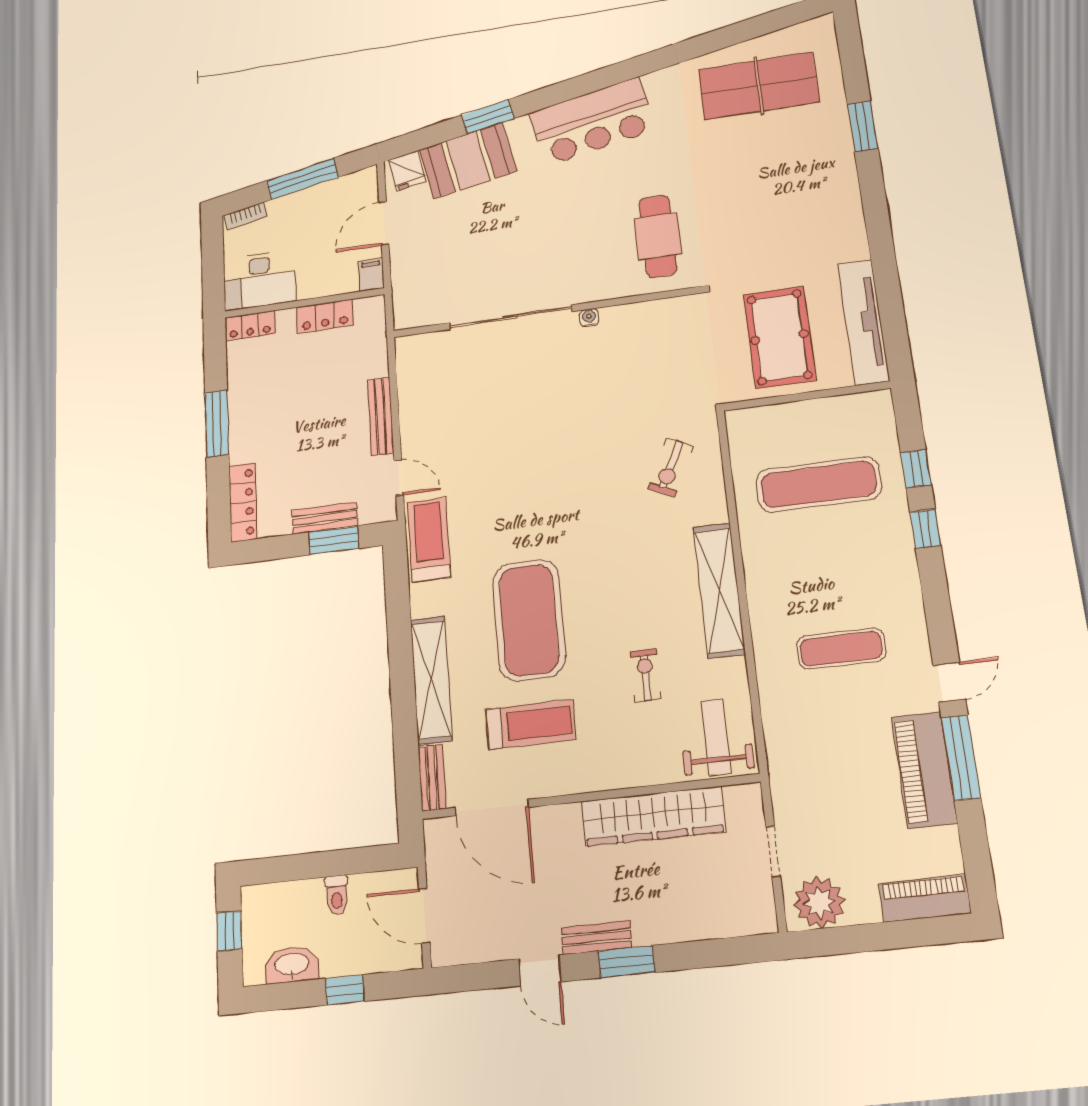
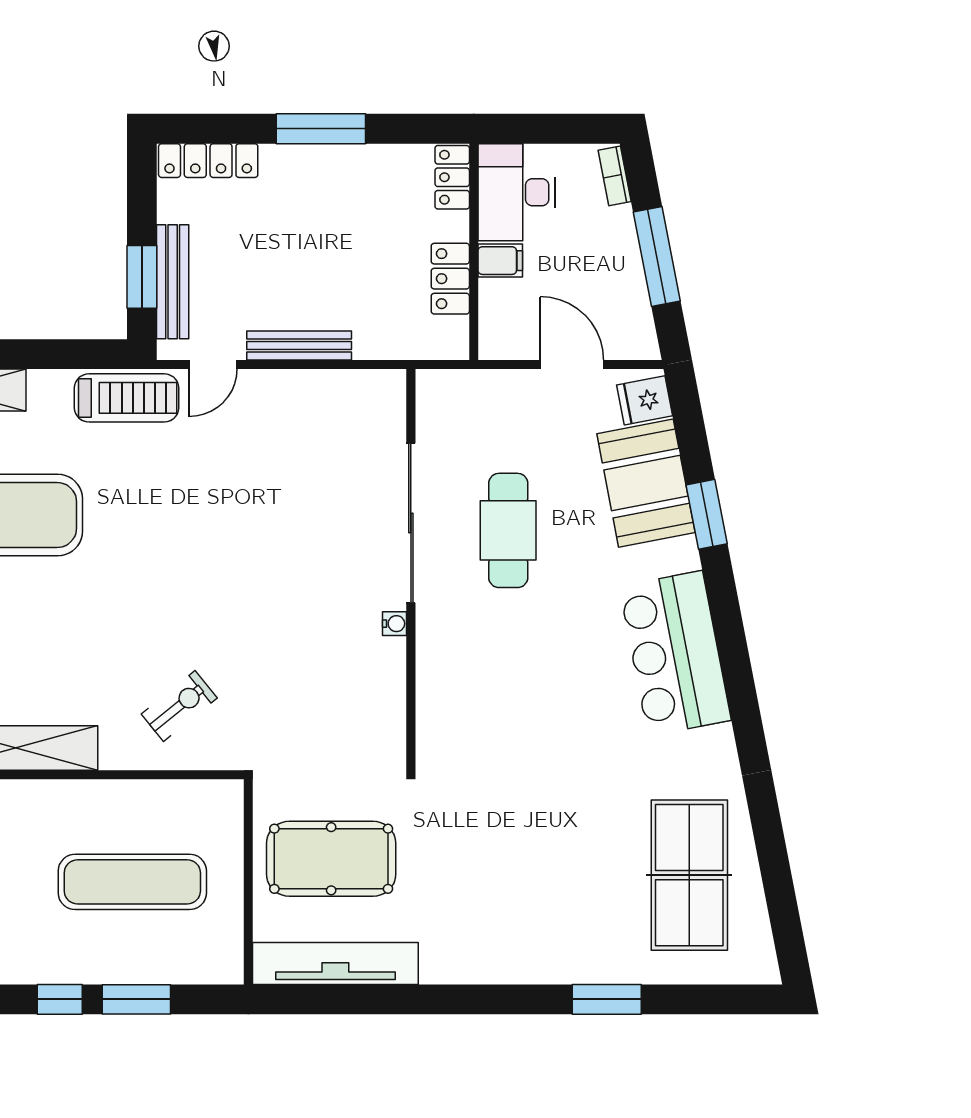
cafe table: (658, 236) -> (508, 530), moved, turned 90
filing cabinet: (371, 275) -> (500, 261), moved
exercise bike: (670, 467) -> (179, 706), turned 115
window: (916, 469) -> (136, 999), width x1.50
exercise mat: (819, 484) -> (132, 882), turned 90
bench: (325, 518) -> (173, 282), width x1.36

